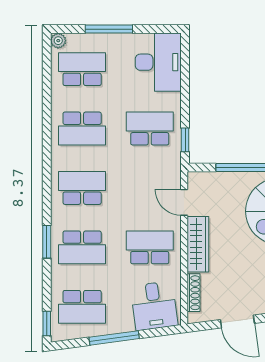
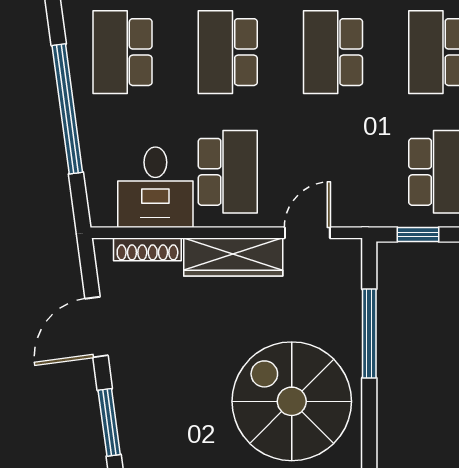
school desk: (82, 188) -> (333, 52), turned 180
desk: (154, 306) -> (155, 187), moved, turned -82
window: (114, 338) -> (67, 109), width x1.46

